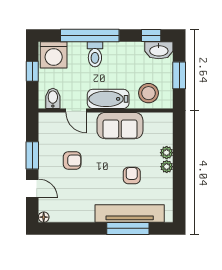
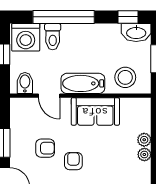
toilet: (95, 54) -> (53, 37), moved
armchair: (132, 175) -> (73, 161), moved

